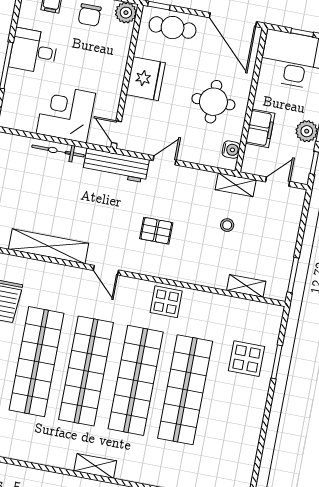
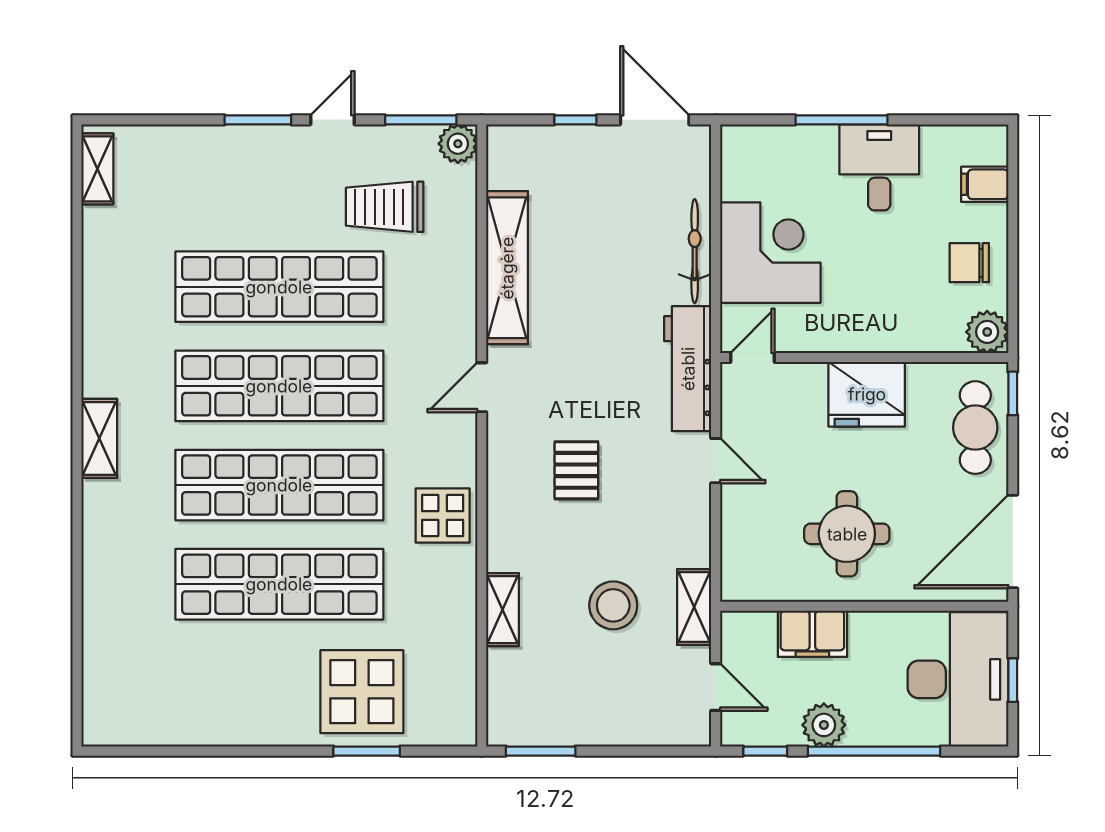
water cooler: (231, 150) -> (761, 585), removed
stool: (227, 225) -> (613, 605), width x1.89, depth x1.89
shelving: (246, 286) -> (503, 610), moved
display table: (247, 359) -> (362, 692), width x1.36, depth x1.36

